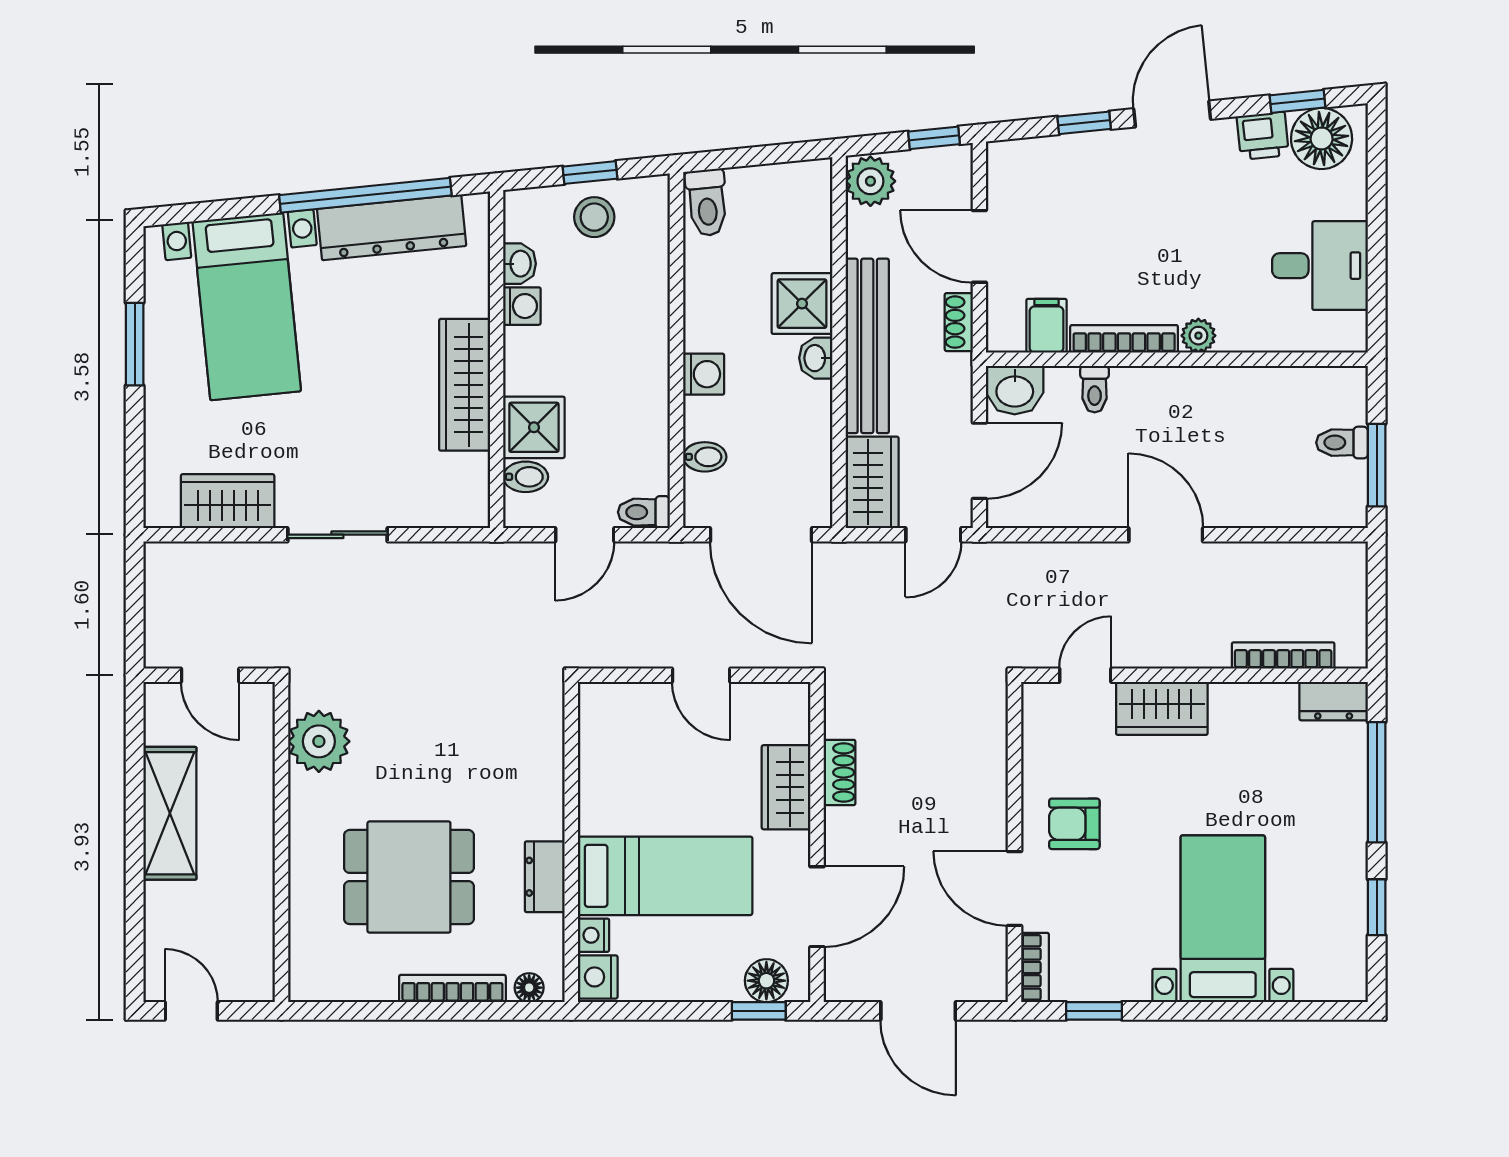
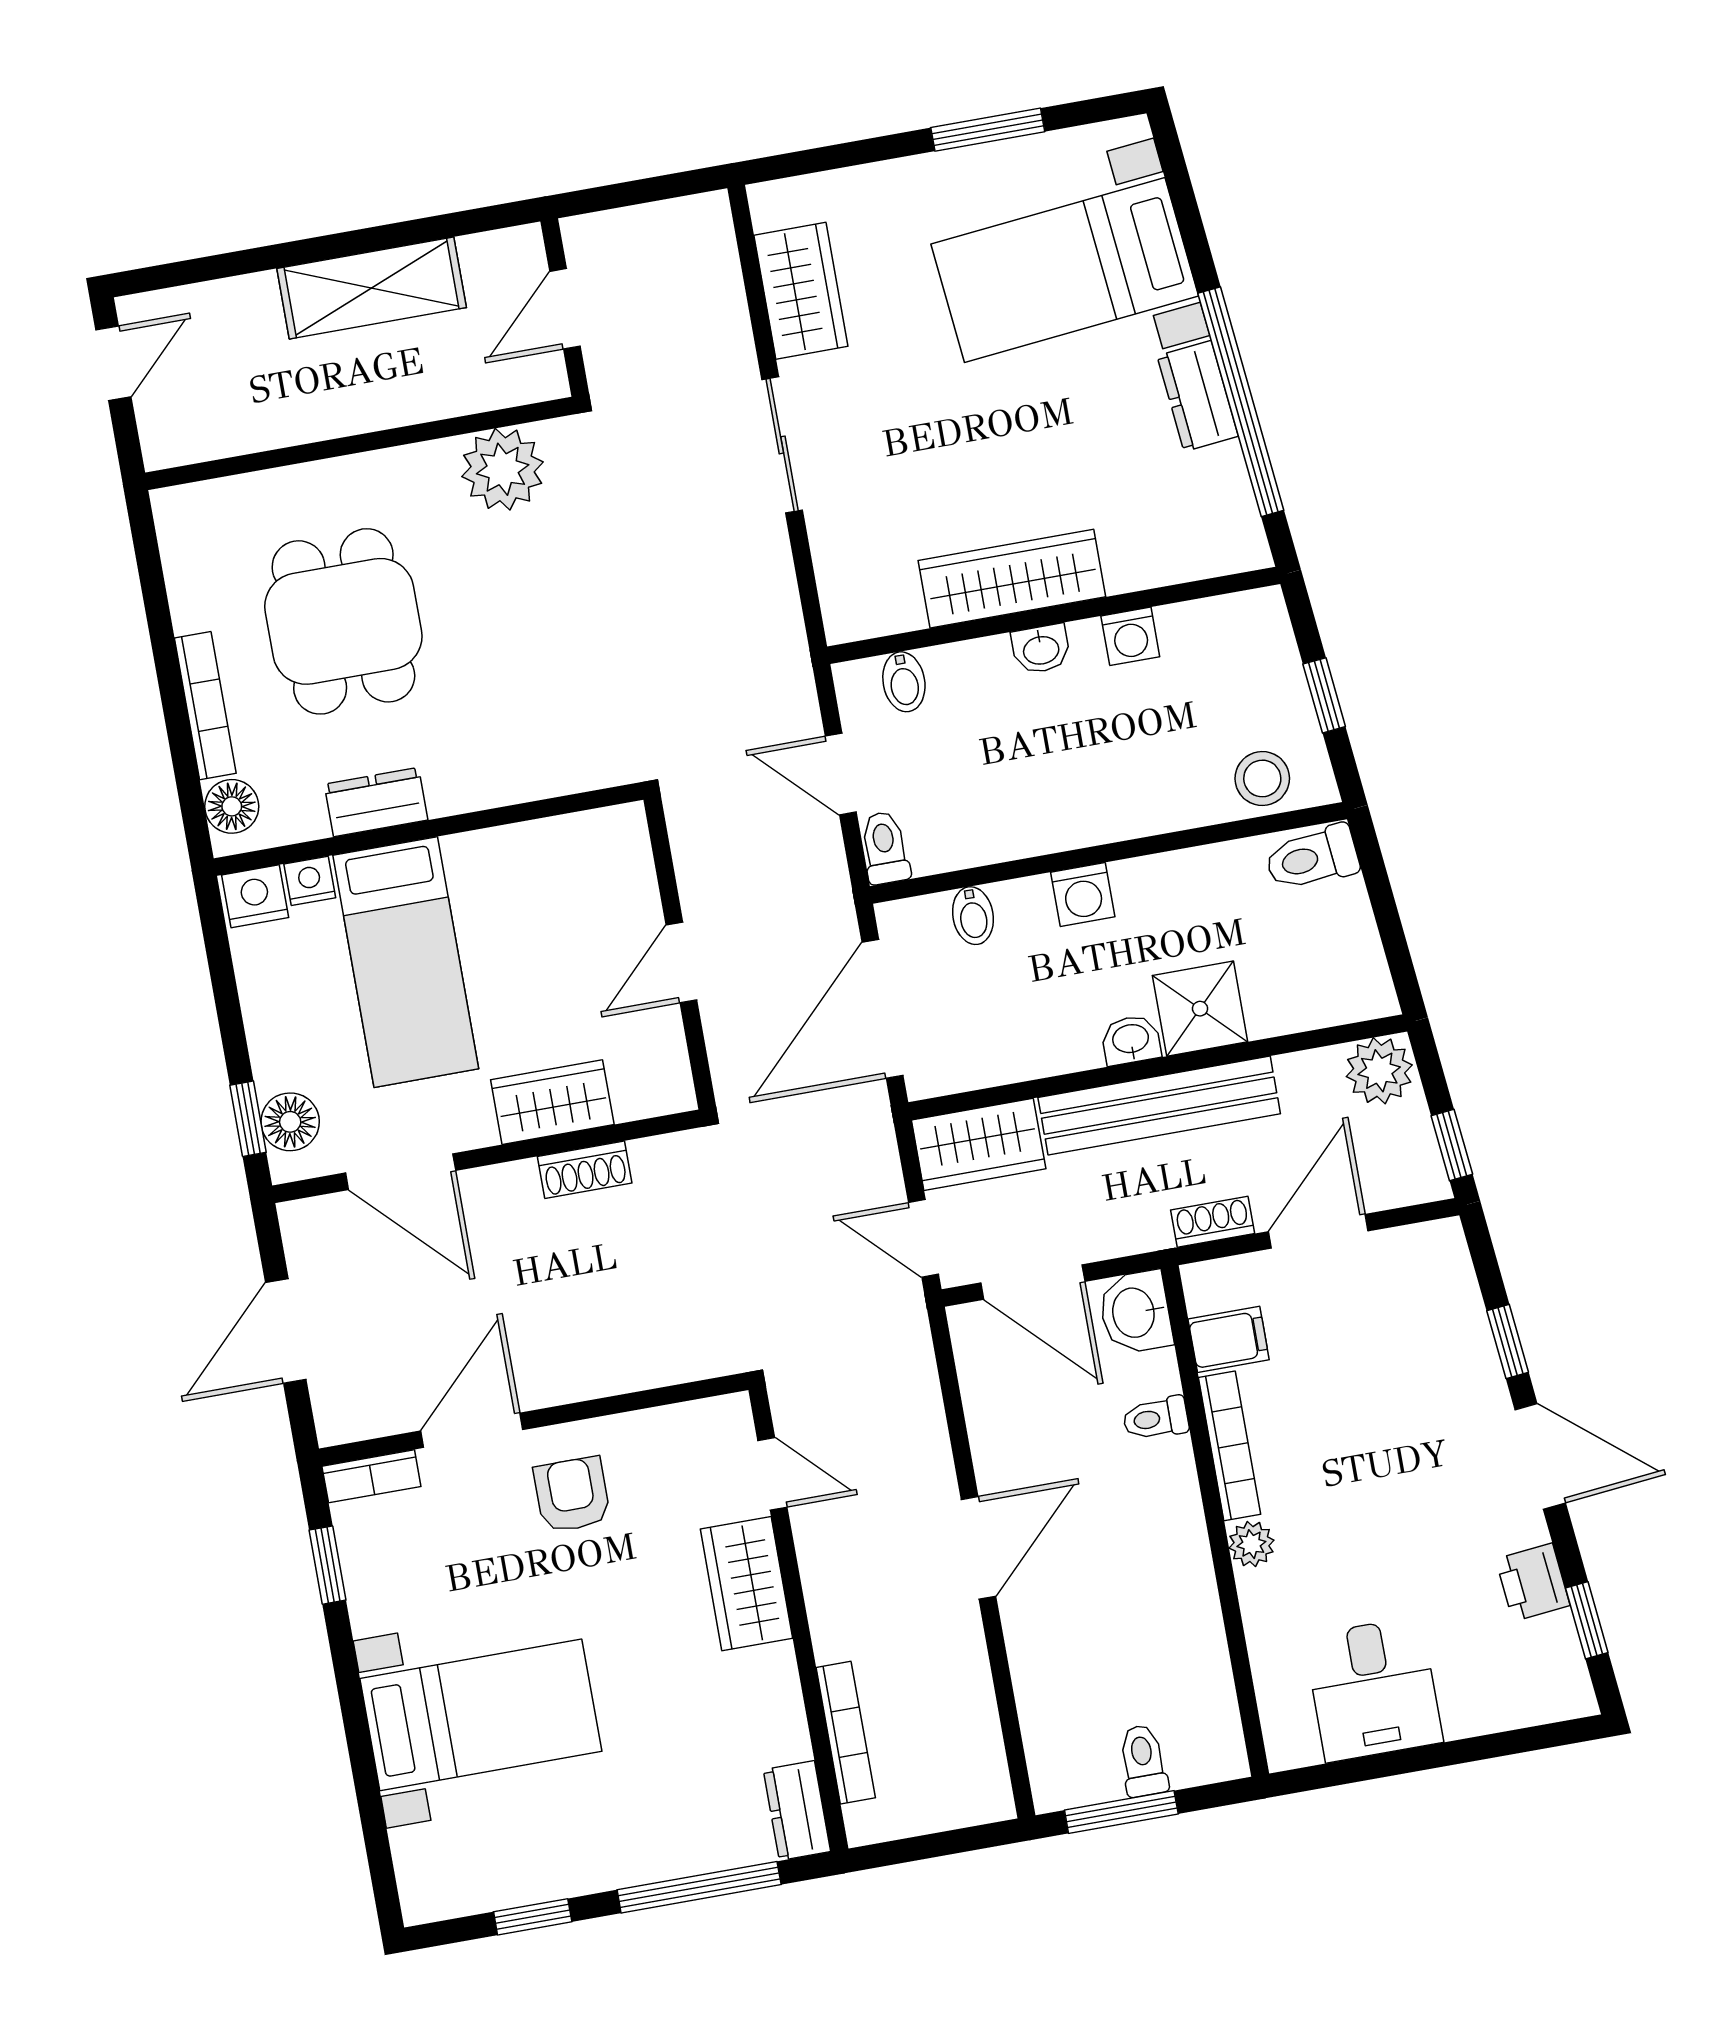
floor lamp: (1322, 138) -> (1543, 1661), removed
stool: (594, 217) -> (1262, 778), moved
dresser: (392, 227) -> (1198, 396), width x0.51, depth x0.80
washbasin: (520, 264) -> (1041, 649), moved
shower: (534, 427) -> (972, 681), removed
floor lamp: (529, 988) -> (232, 806), width x1.37, depth x1.37

